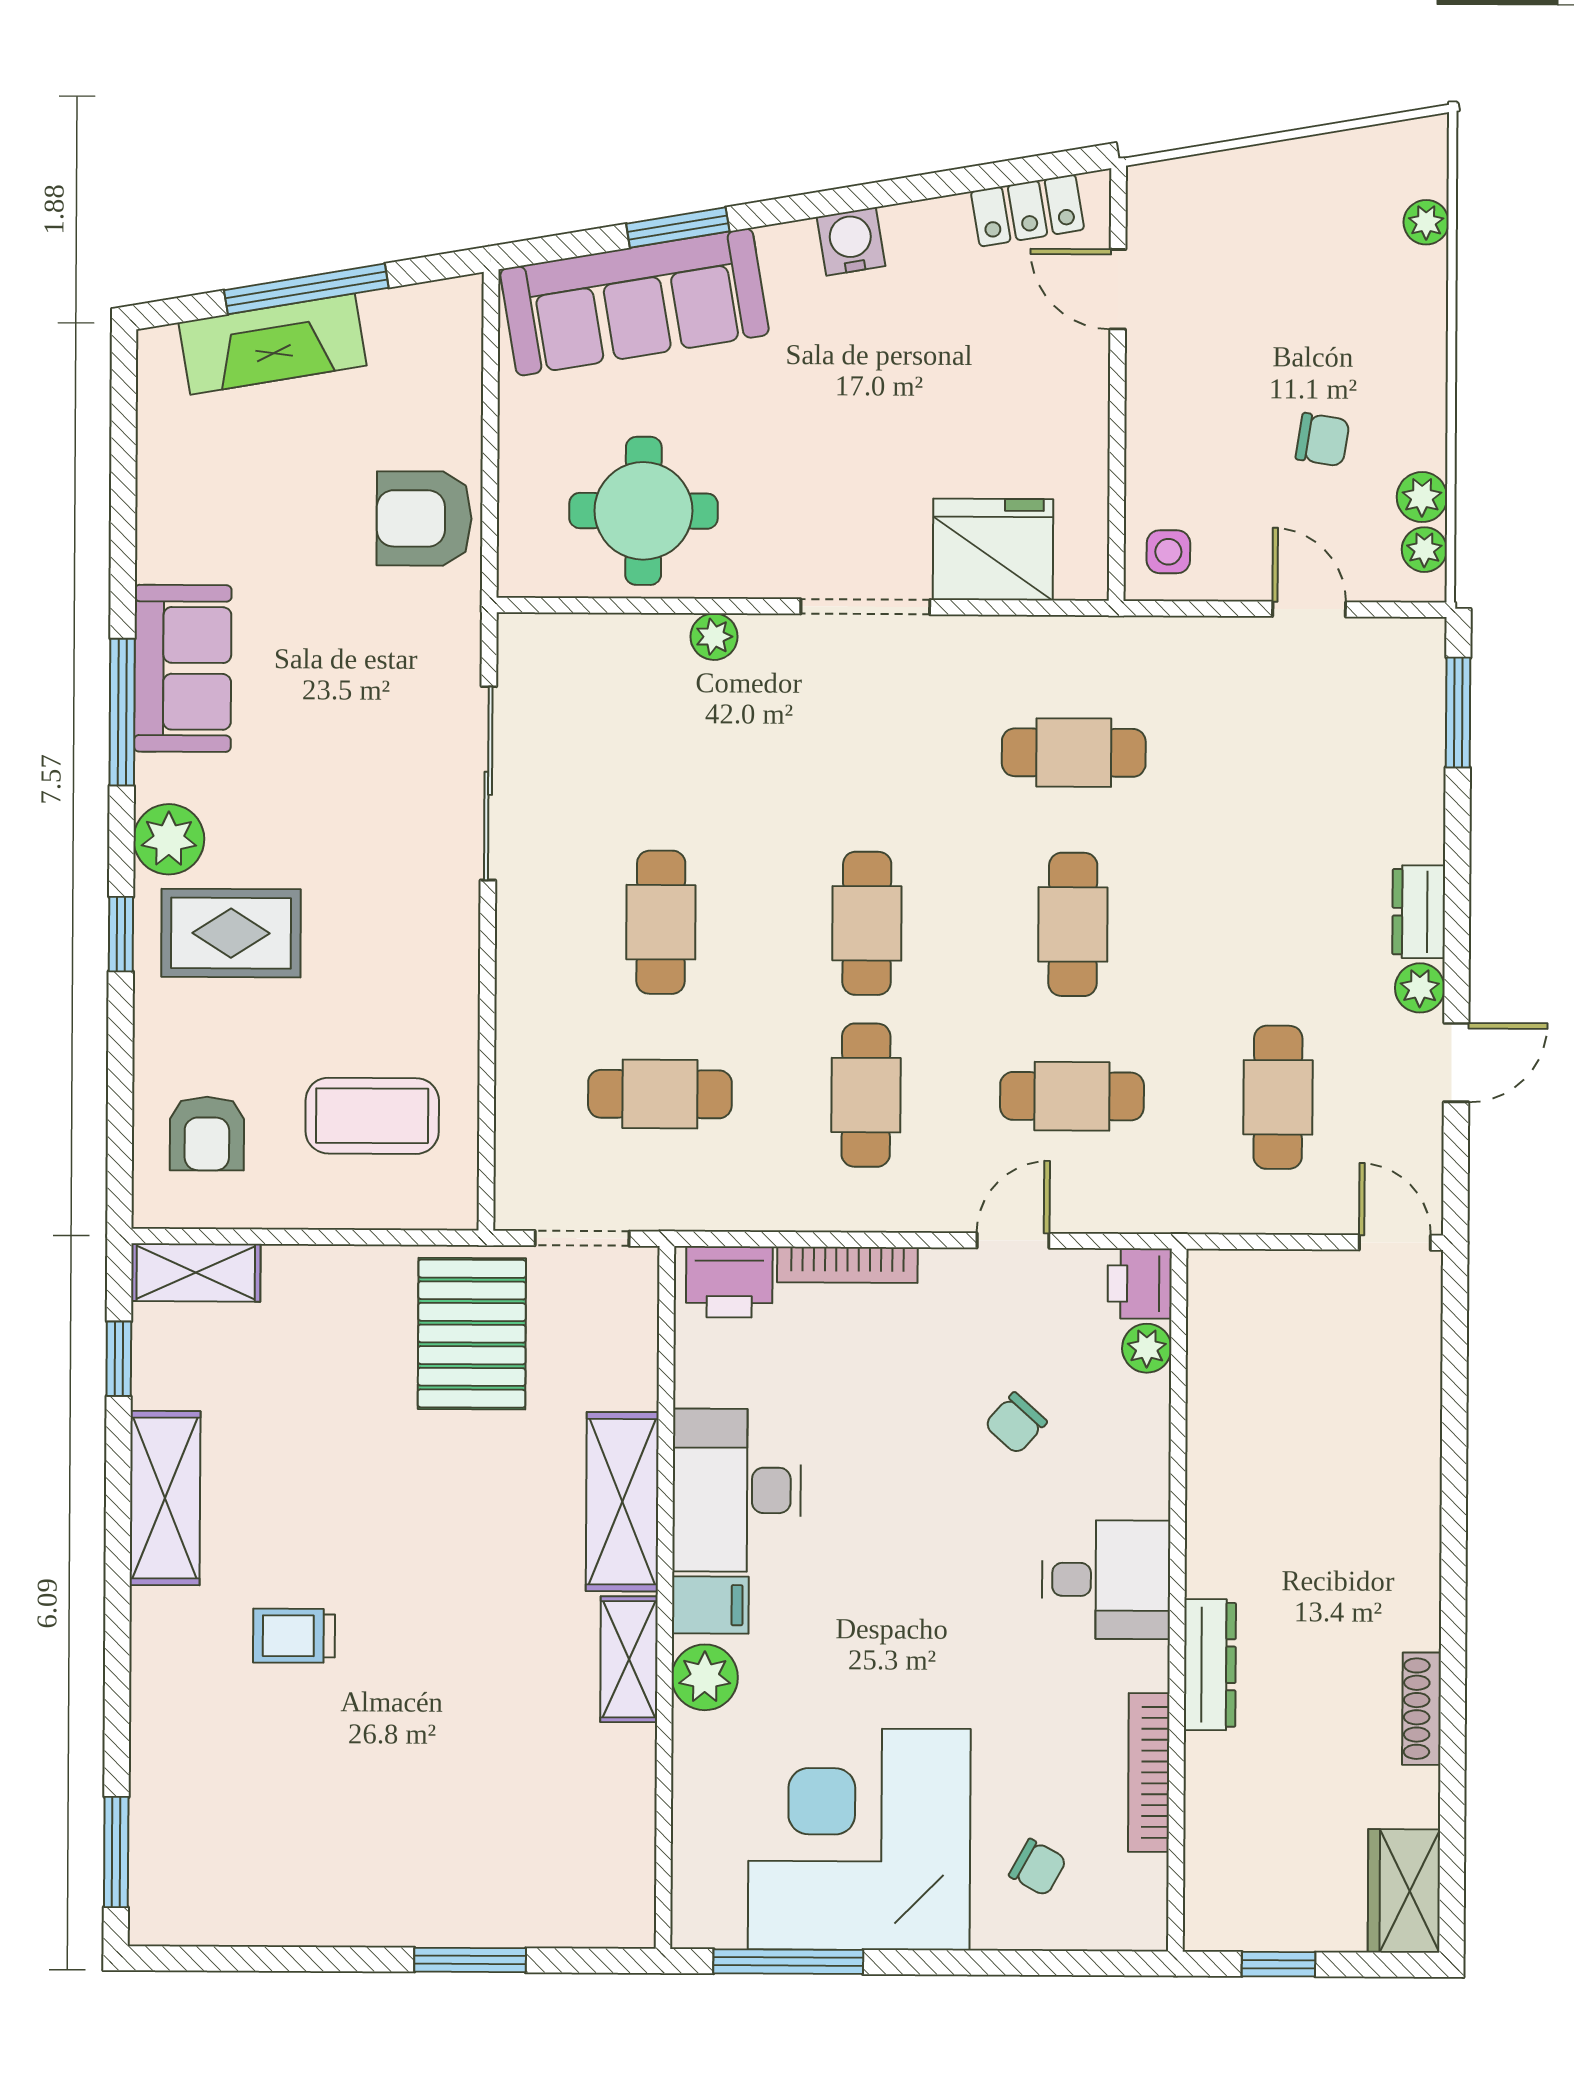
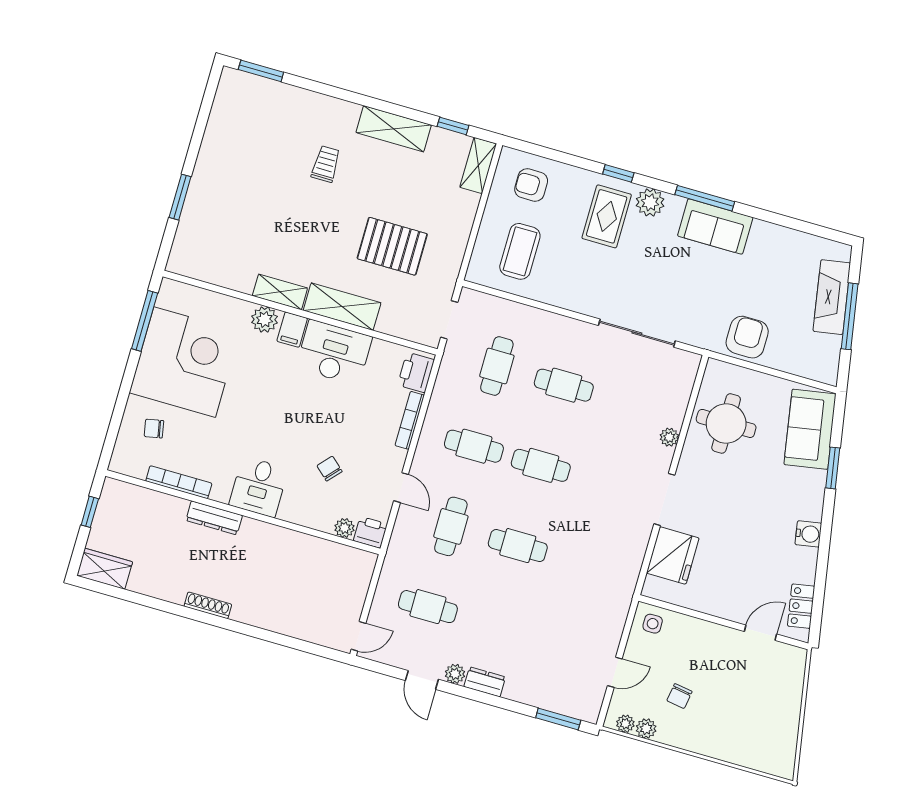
plant: (1426, 222) -> (753, 760), removed
sofa: (635, 302) -> (810, 429), width x0.73
cafe table: (1074, 753) -> (585, 565), removed
pallet: (472, 1334) -> (392, 246), moved
shoe rack: (1422, 1709) -> (208, 605), moved
chair: (1038, 1867) -> (154, 429), turned 50

